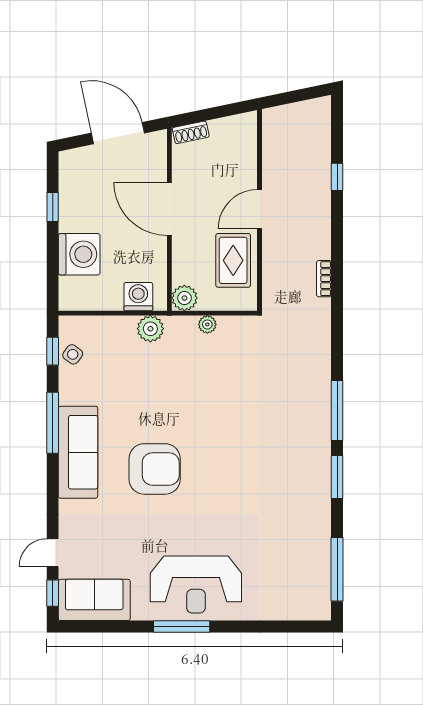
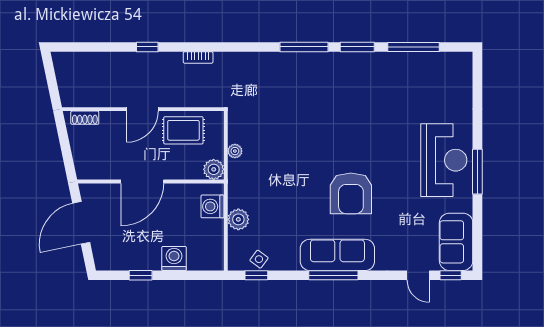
shoe rack: (191, 132) -> (85, 118), moved, turned 102
window: (337, 177) -> (147, 47), moved
door: (260, 209) -> (142, 109), hinge flipped
washing machine: (79, 254) -> (174, 258), width x0.73, depth x0.73
plant: (150, 329) -> (238, 219), moved
window: (53, 423) -> (333, 275), moved
armchair: (155, 469) -> (351, 193), turned 180
window: (337, 569) -> (413, 47), moved

